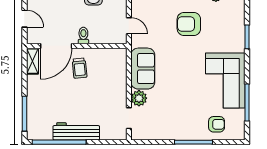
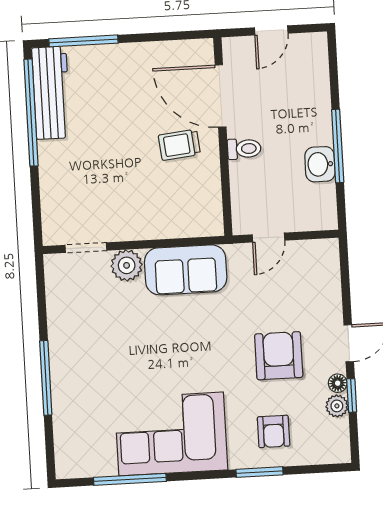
shelving: (32, 61) -> (188, 51), removed
armchair: (217, 124) -> (274, 431), moved
workbench: (76, 131) -> (51, 93), moved

